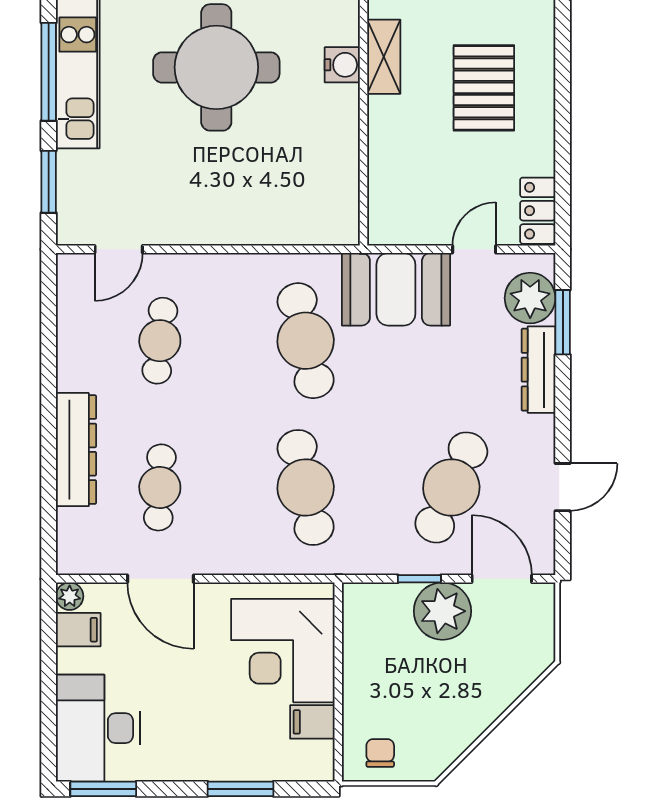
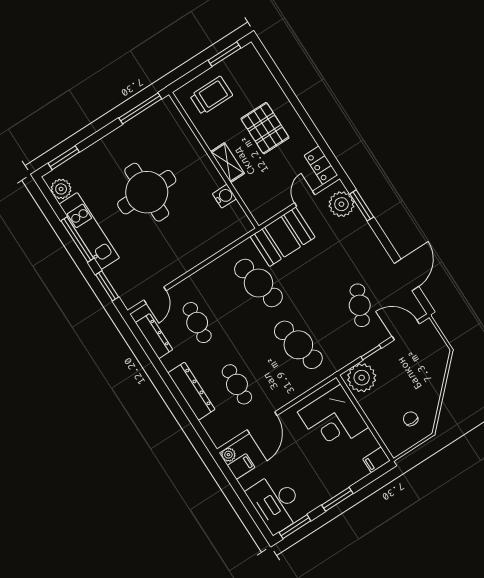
shelving: (384, 57) -> (227, 163), moved
water cooler: (342, 65) -> (224, 196), moved
dresser: (538, 370) -> (154, 336), moved, turned 180
cafe table: (451, 487) -> (360, 305), width x0.73, depth x0.74
door: (563, 487) -> (406, 275), width x1.38
door: (161, 579) -> (262, 423), hinge flipped
plant: (442, 611) -> (362, 378), moved
filing cabinet: (312, 722) -> (376, 460), moved
chair: (380, 753) -> (411, 419), moved
window: (240, 789) -> (337, 499), moved

